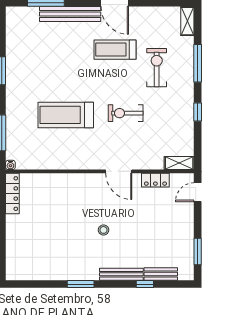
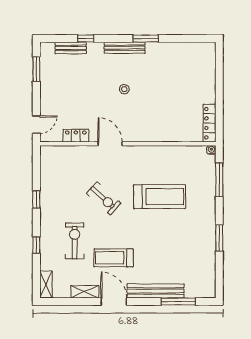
treadmill: (115, 50) -> (114, 258), turned 180
window: (198, 63) -> (36, 245), width x0.46
exercise bike: (157, 68) -> (75, 241), turned 180
exercise bike: (126, 113) -> (104, 198), turned 42
shelving: (179, 163) -> (85, 292), moved
bench: (121, 274) -> (125, 48), moved

